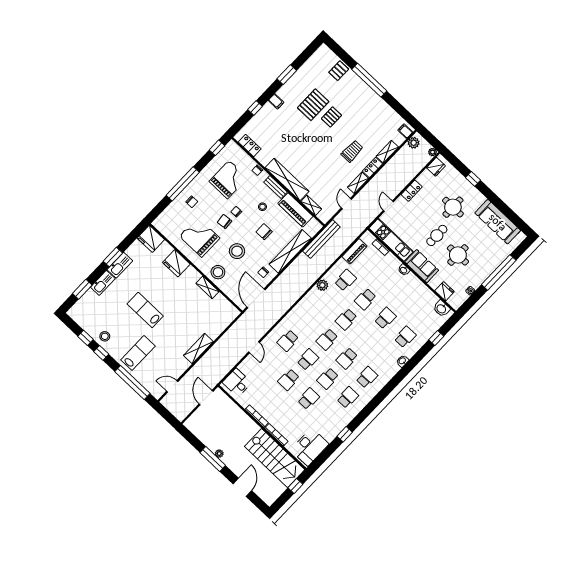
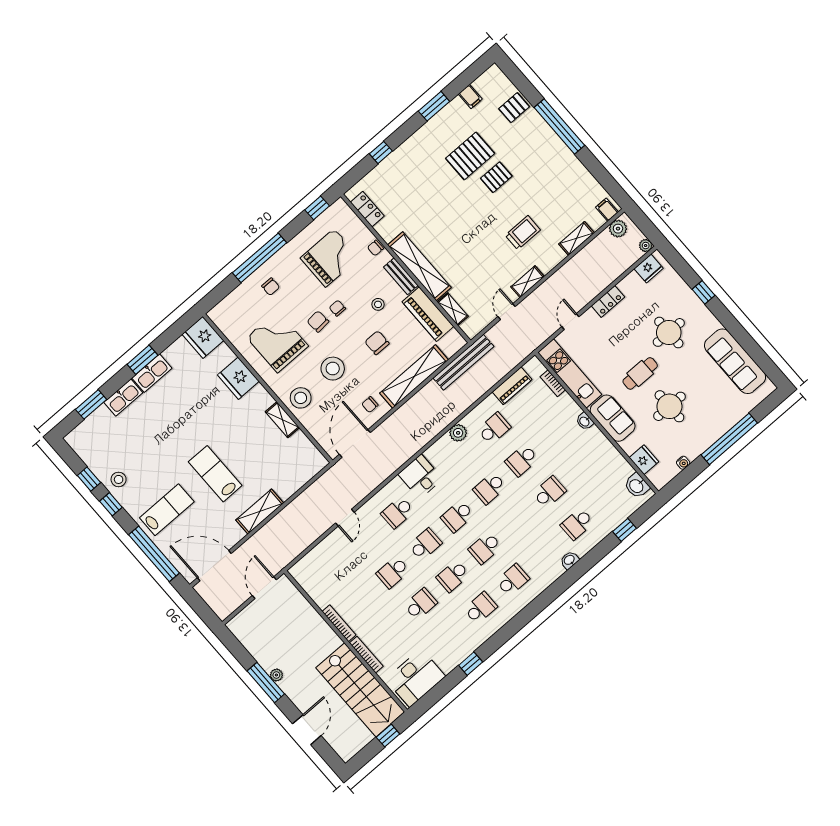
filing cabinet: (276, 101) -> (470, 97), moved
locker: (372, 167) -> (552, 260), removed
lab bench: (145, 310) -> (215, 474), moved
school desk: (405, 337) -> (577, 524), turned 180
desk: (237, 383) -> (420, 477), moved
door: (172, 386) -> (214, 566), width x1.88

